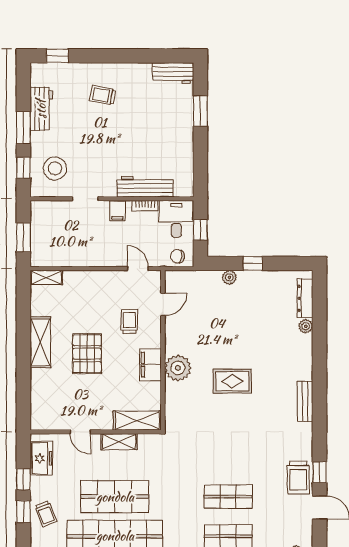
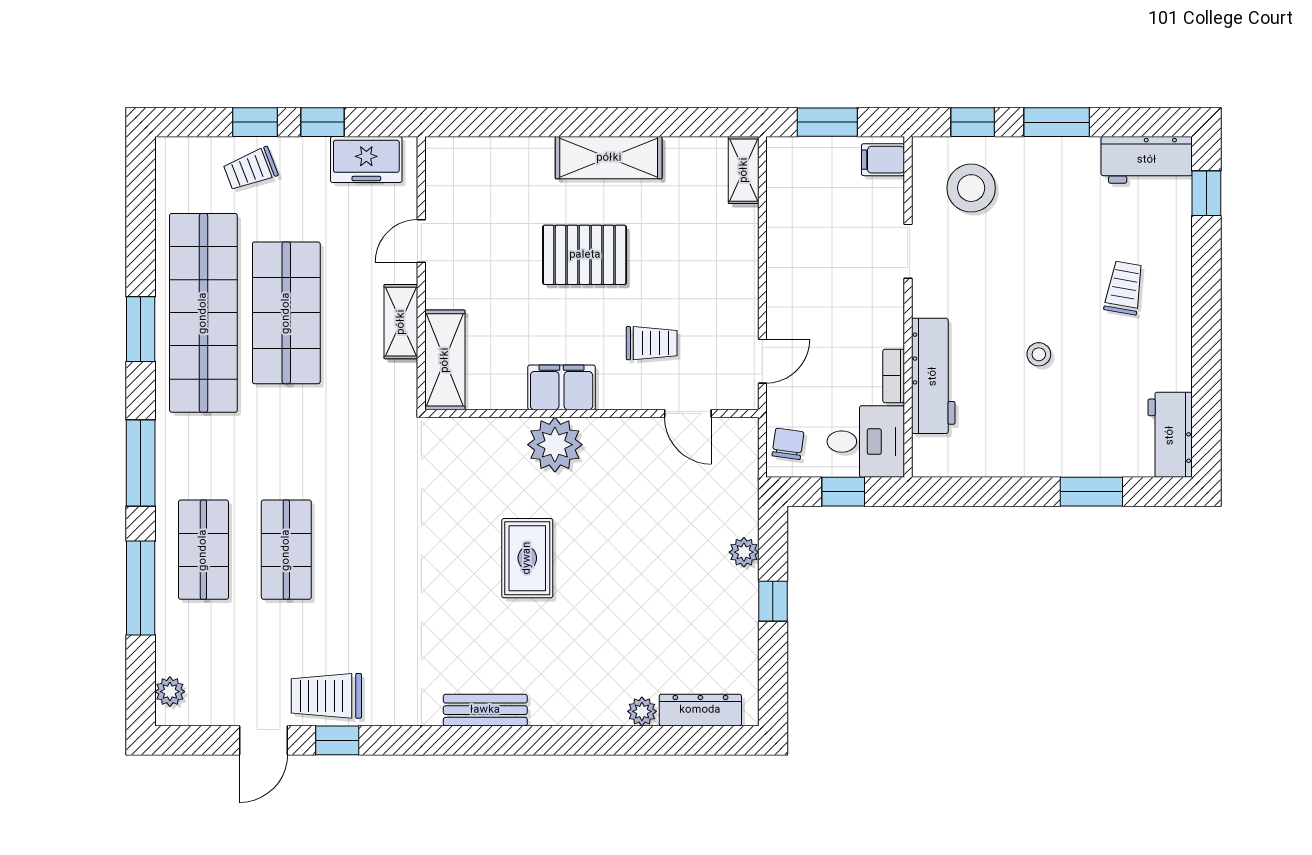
workbench: (41, 109) -> (1147, 160), moved
stool: (135, 136) -> (1039, 354), added
filing cabinet: (118, 211) -> (883, 160), moved

